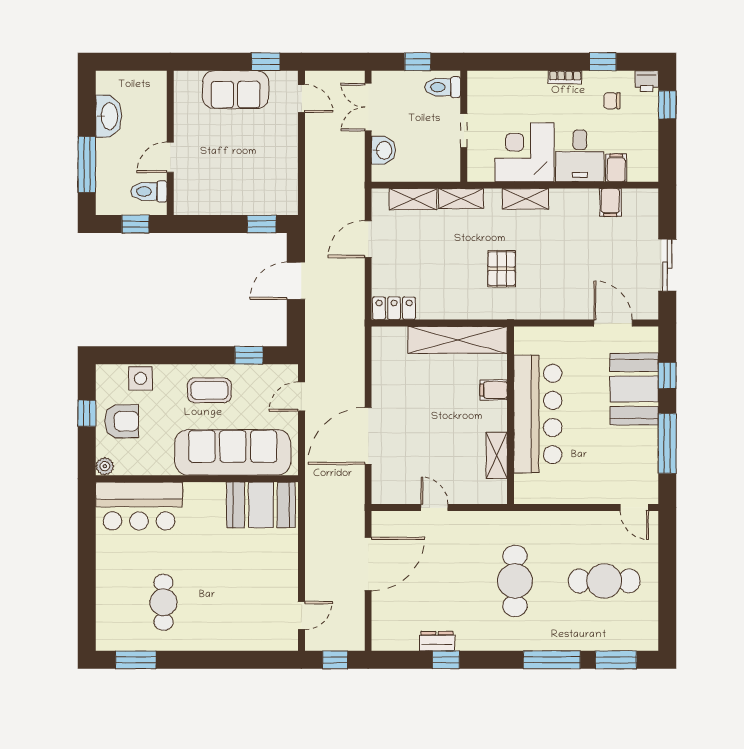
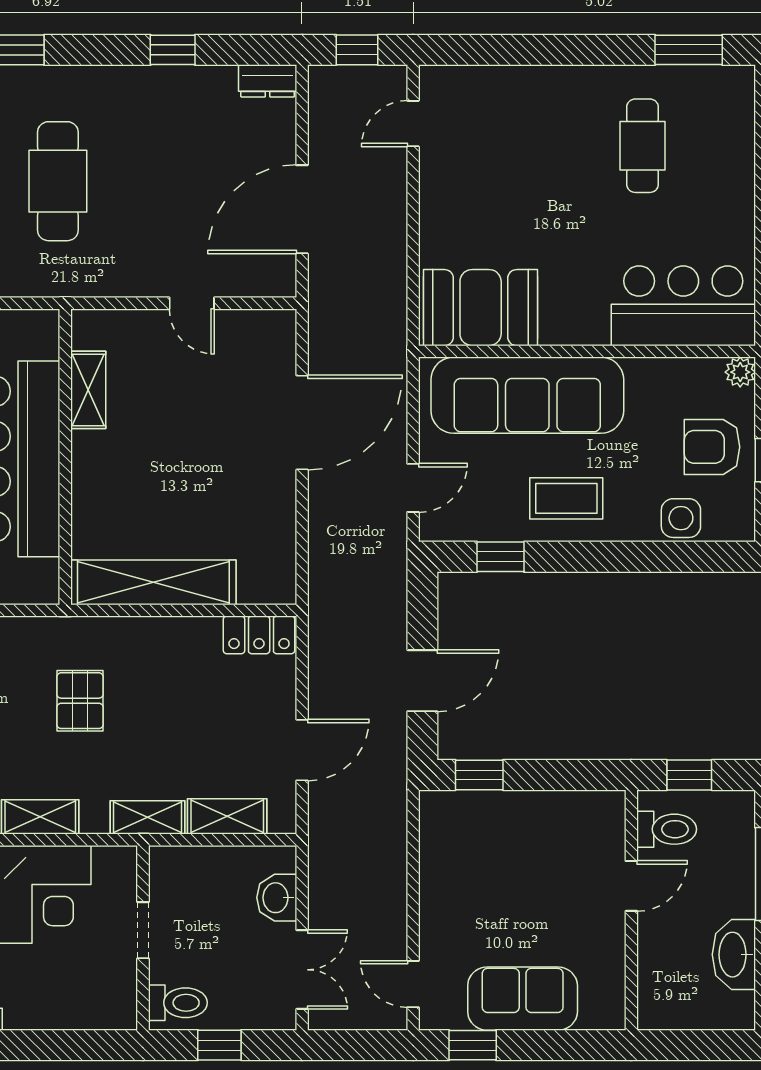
filing cabinet: (494, 390) -> (93, 499), removed
dresser: (437, 641) -> (268, 81), moved

